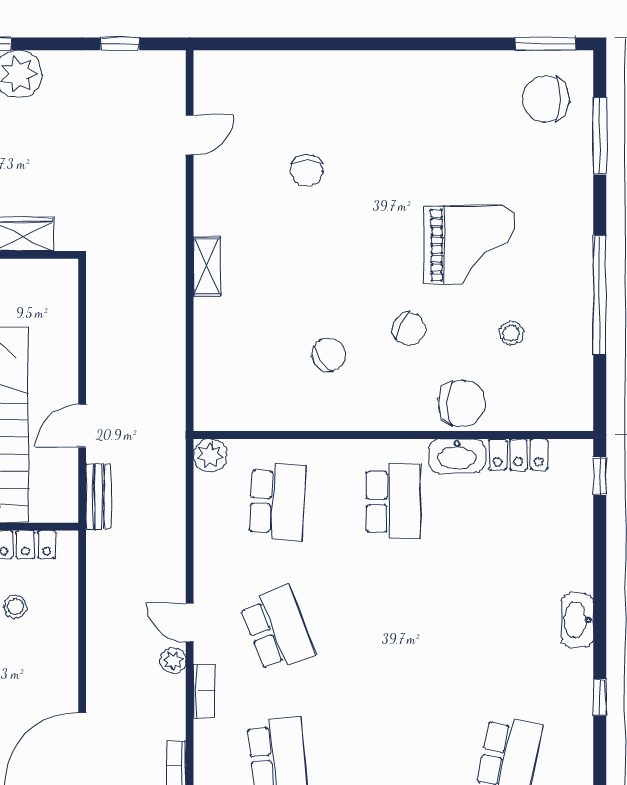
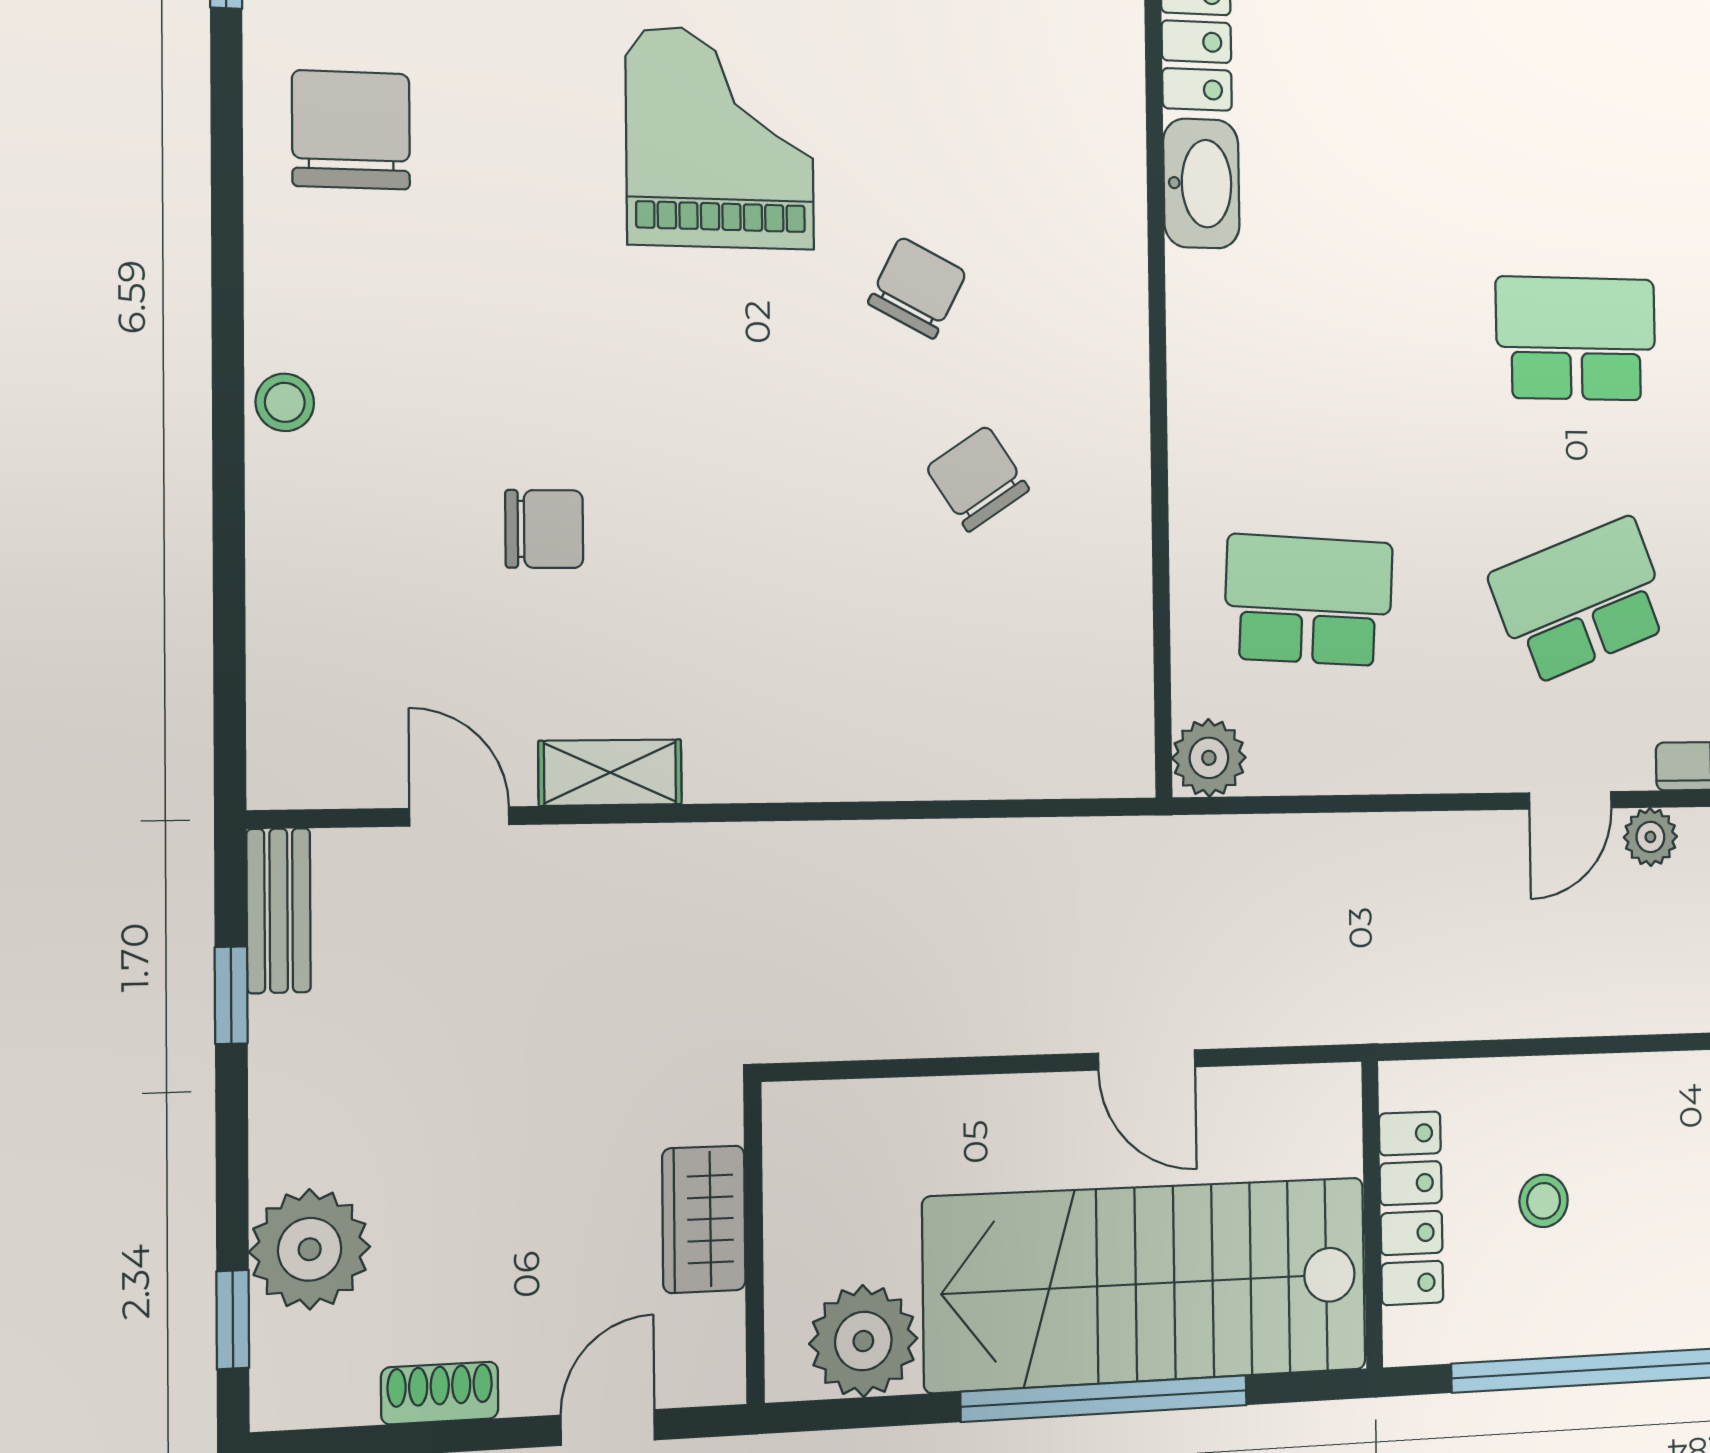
shelving: (207, 266) -> (610, 773), moved
stool: (511, 333) -> (285, 402), moved
chair: (462, 403) -> (351, 130), moved
bench: (98, 497) -> (279, 911), moved, turned 90
school desk: (393, 502) -> (1576, 339), moved

